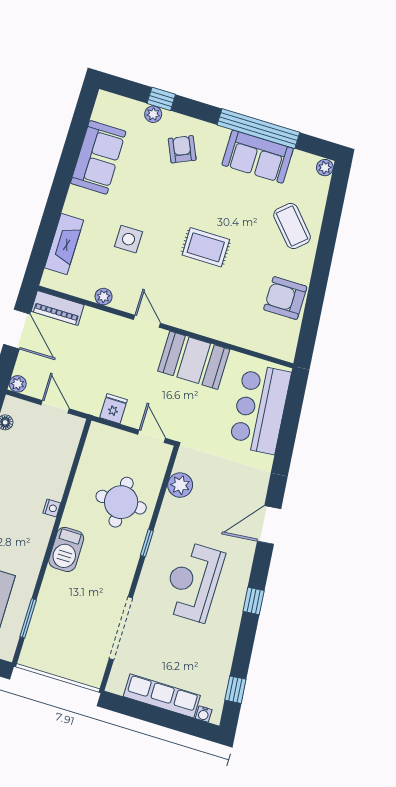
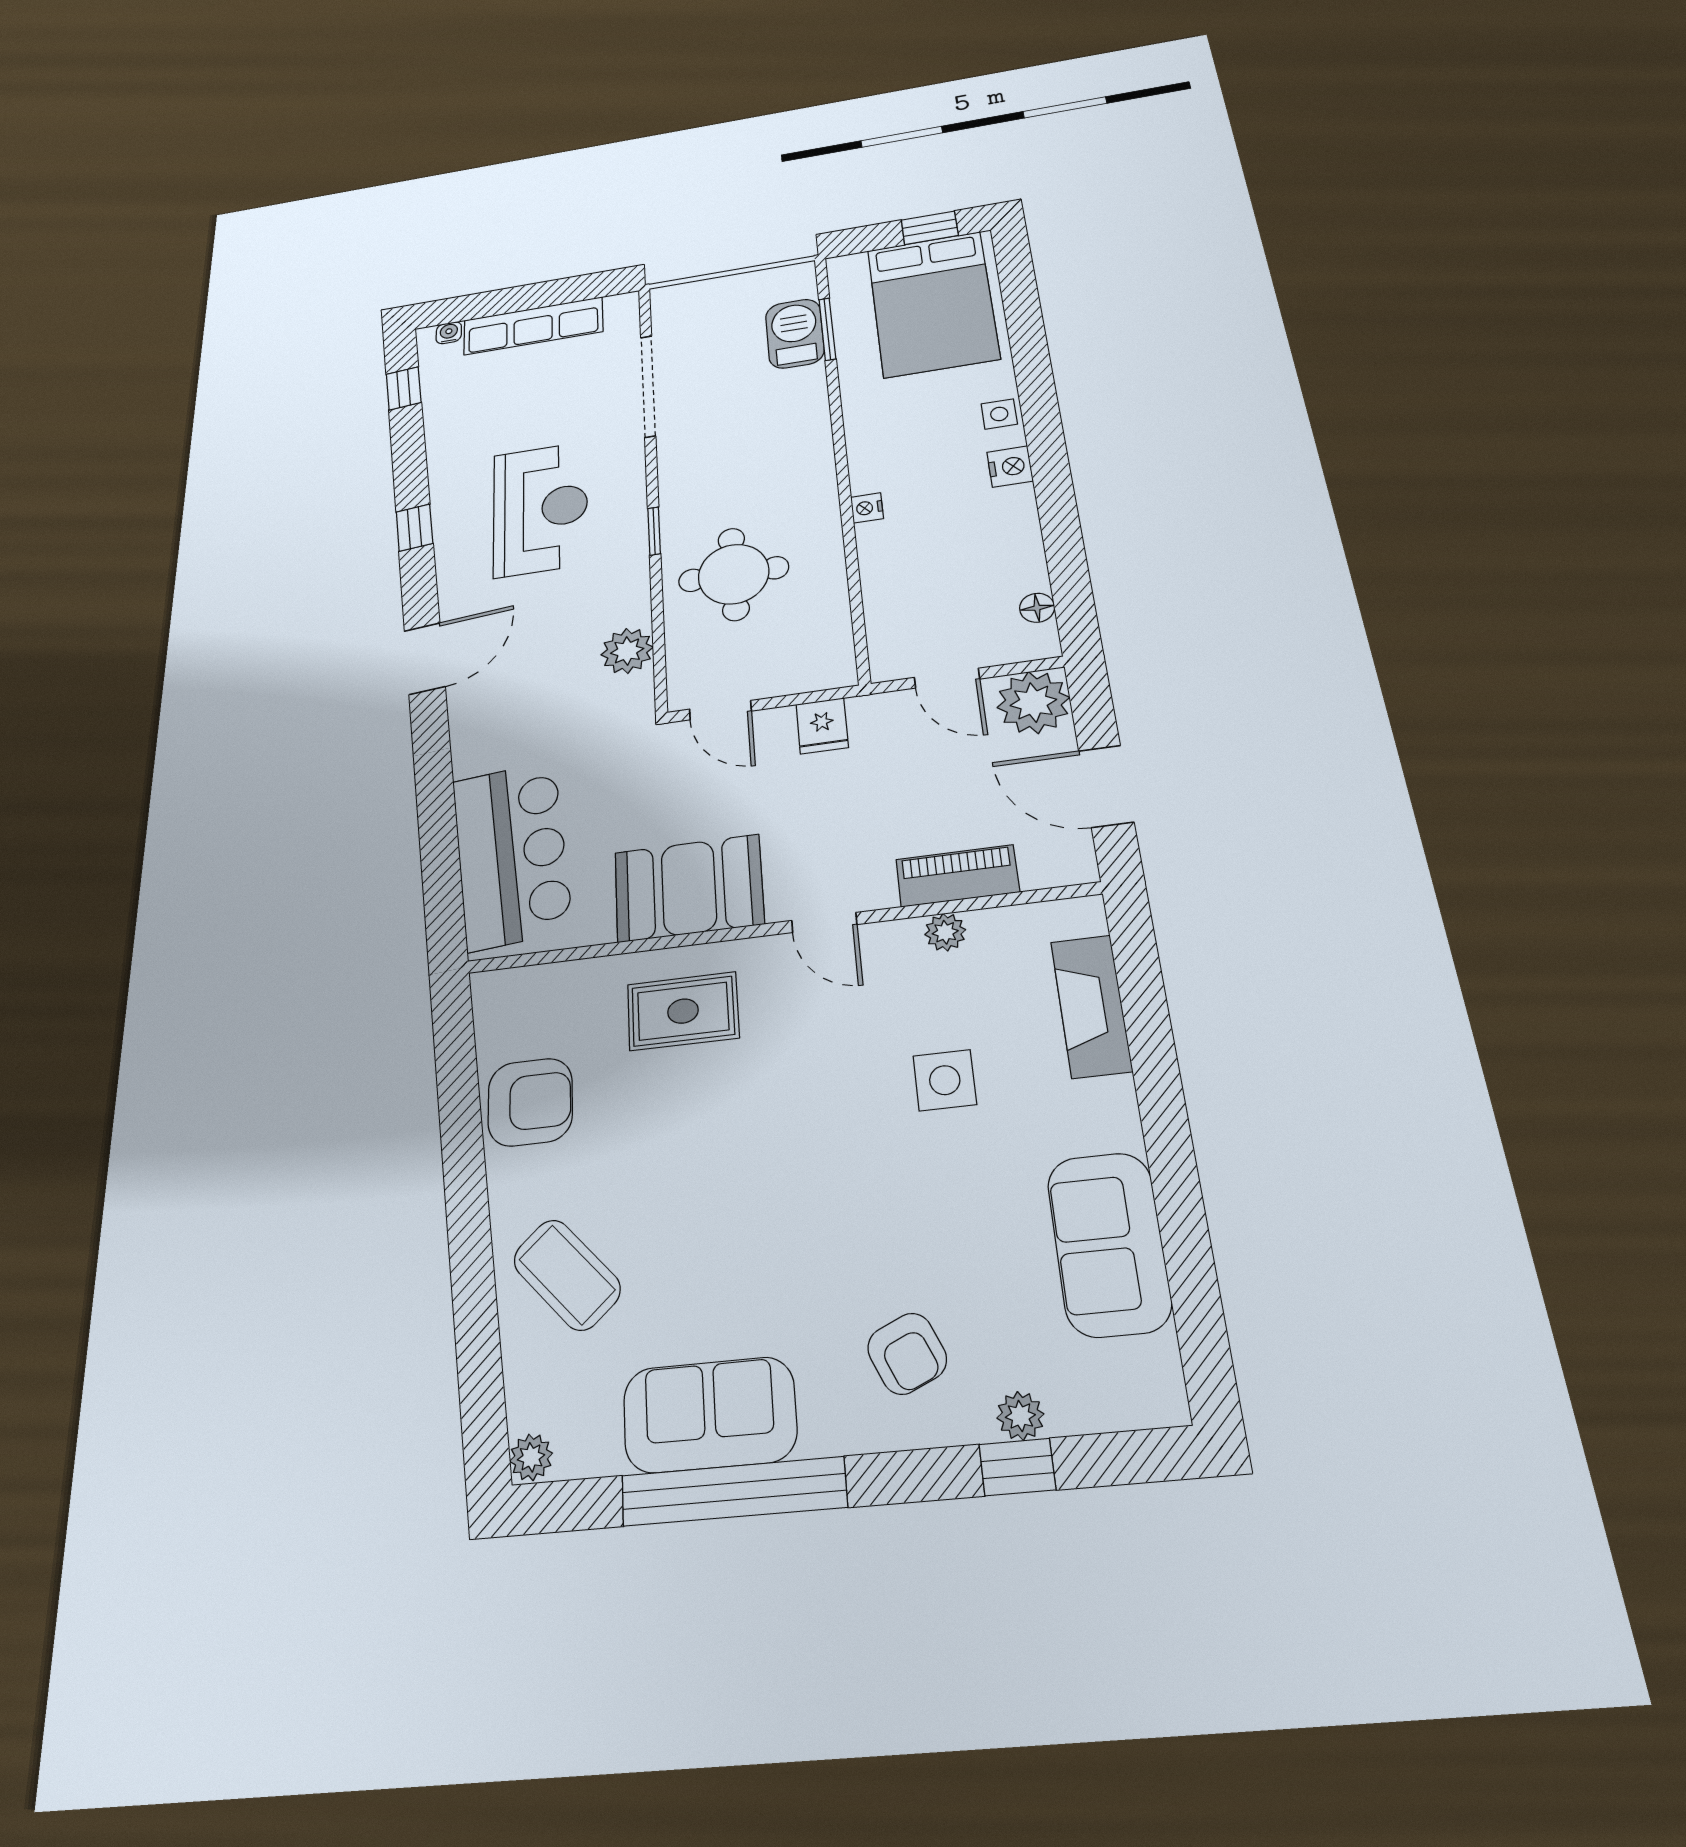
rug: (206, 247) -> (683, 1011), moved
piano: (58, 308) -> (957, 876), moved
plant: (18, 384) -> (1033, 703), width x1.88, depth x1.88
barbecue: (66, 549) -> (795, 334), moved

